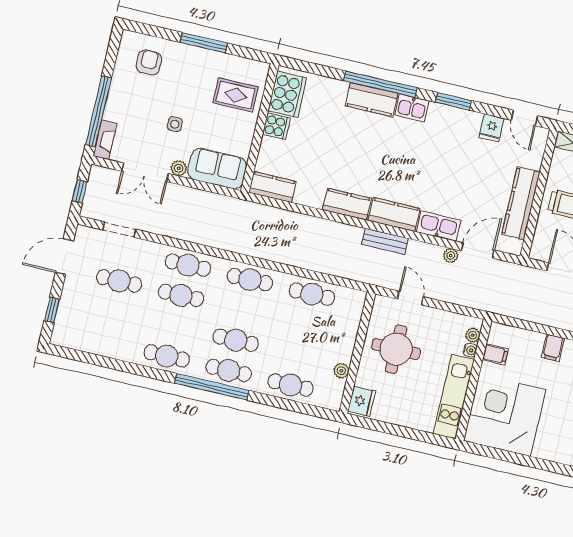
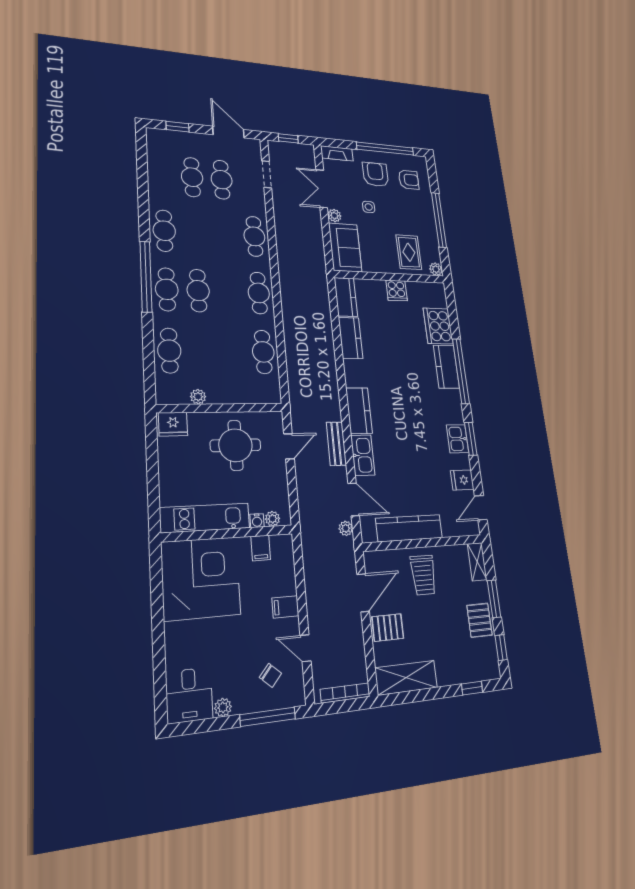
window: (204, 43) -> (439, 220), width x1.46
plant: (261, 69) -> (436, 269), added
cooker: (287, 94) -> (438, 326), moved, turned 90
armchair: (137, 102) -> (375, 174), added
kitchen sink: (412, 108) -> (457, 439), moved
window: (98, 111) -> (385, 149), moved
kitchen counter: (347, 204) -> (351, 338), moved
bench: (385, 241) -> (336, 444), moved
plant: (451, 255) -> (346, 528), moved
cafe table: (181, 295) -> (192, 177), moved

